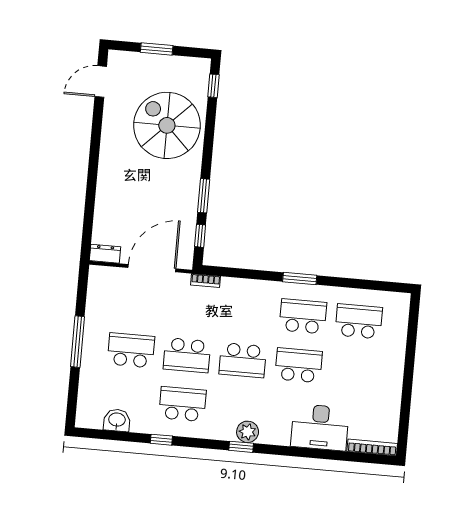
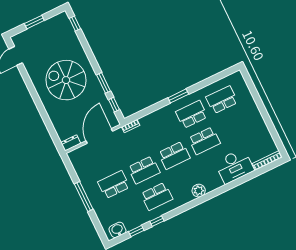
spiral stairs: (167, 125) -> (66, 80), moved
school desk: (299, 365) -> (204, 141), turned 180
school desk: (183, 404) -> (157, 196), turned 180
washbasin: (117, 420) -> (117, 230), moved
window: (241, 447) -> (136, 231), moved

